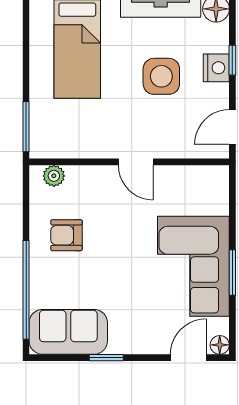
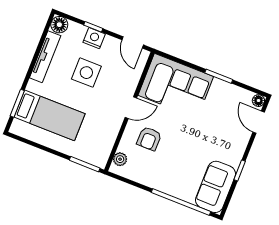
armchair: (66, 235) -> (149, 139), moved
corner sofa: (193, 266) -> (176, 86), moved

